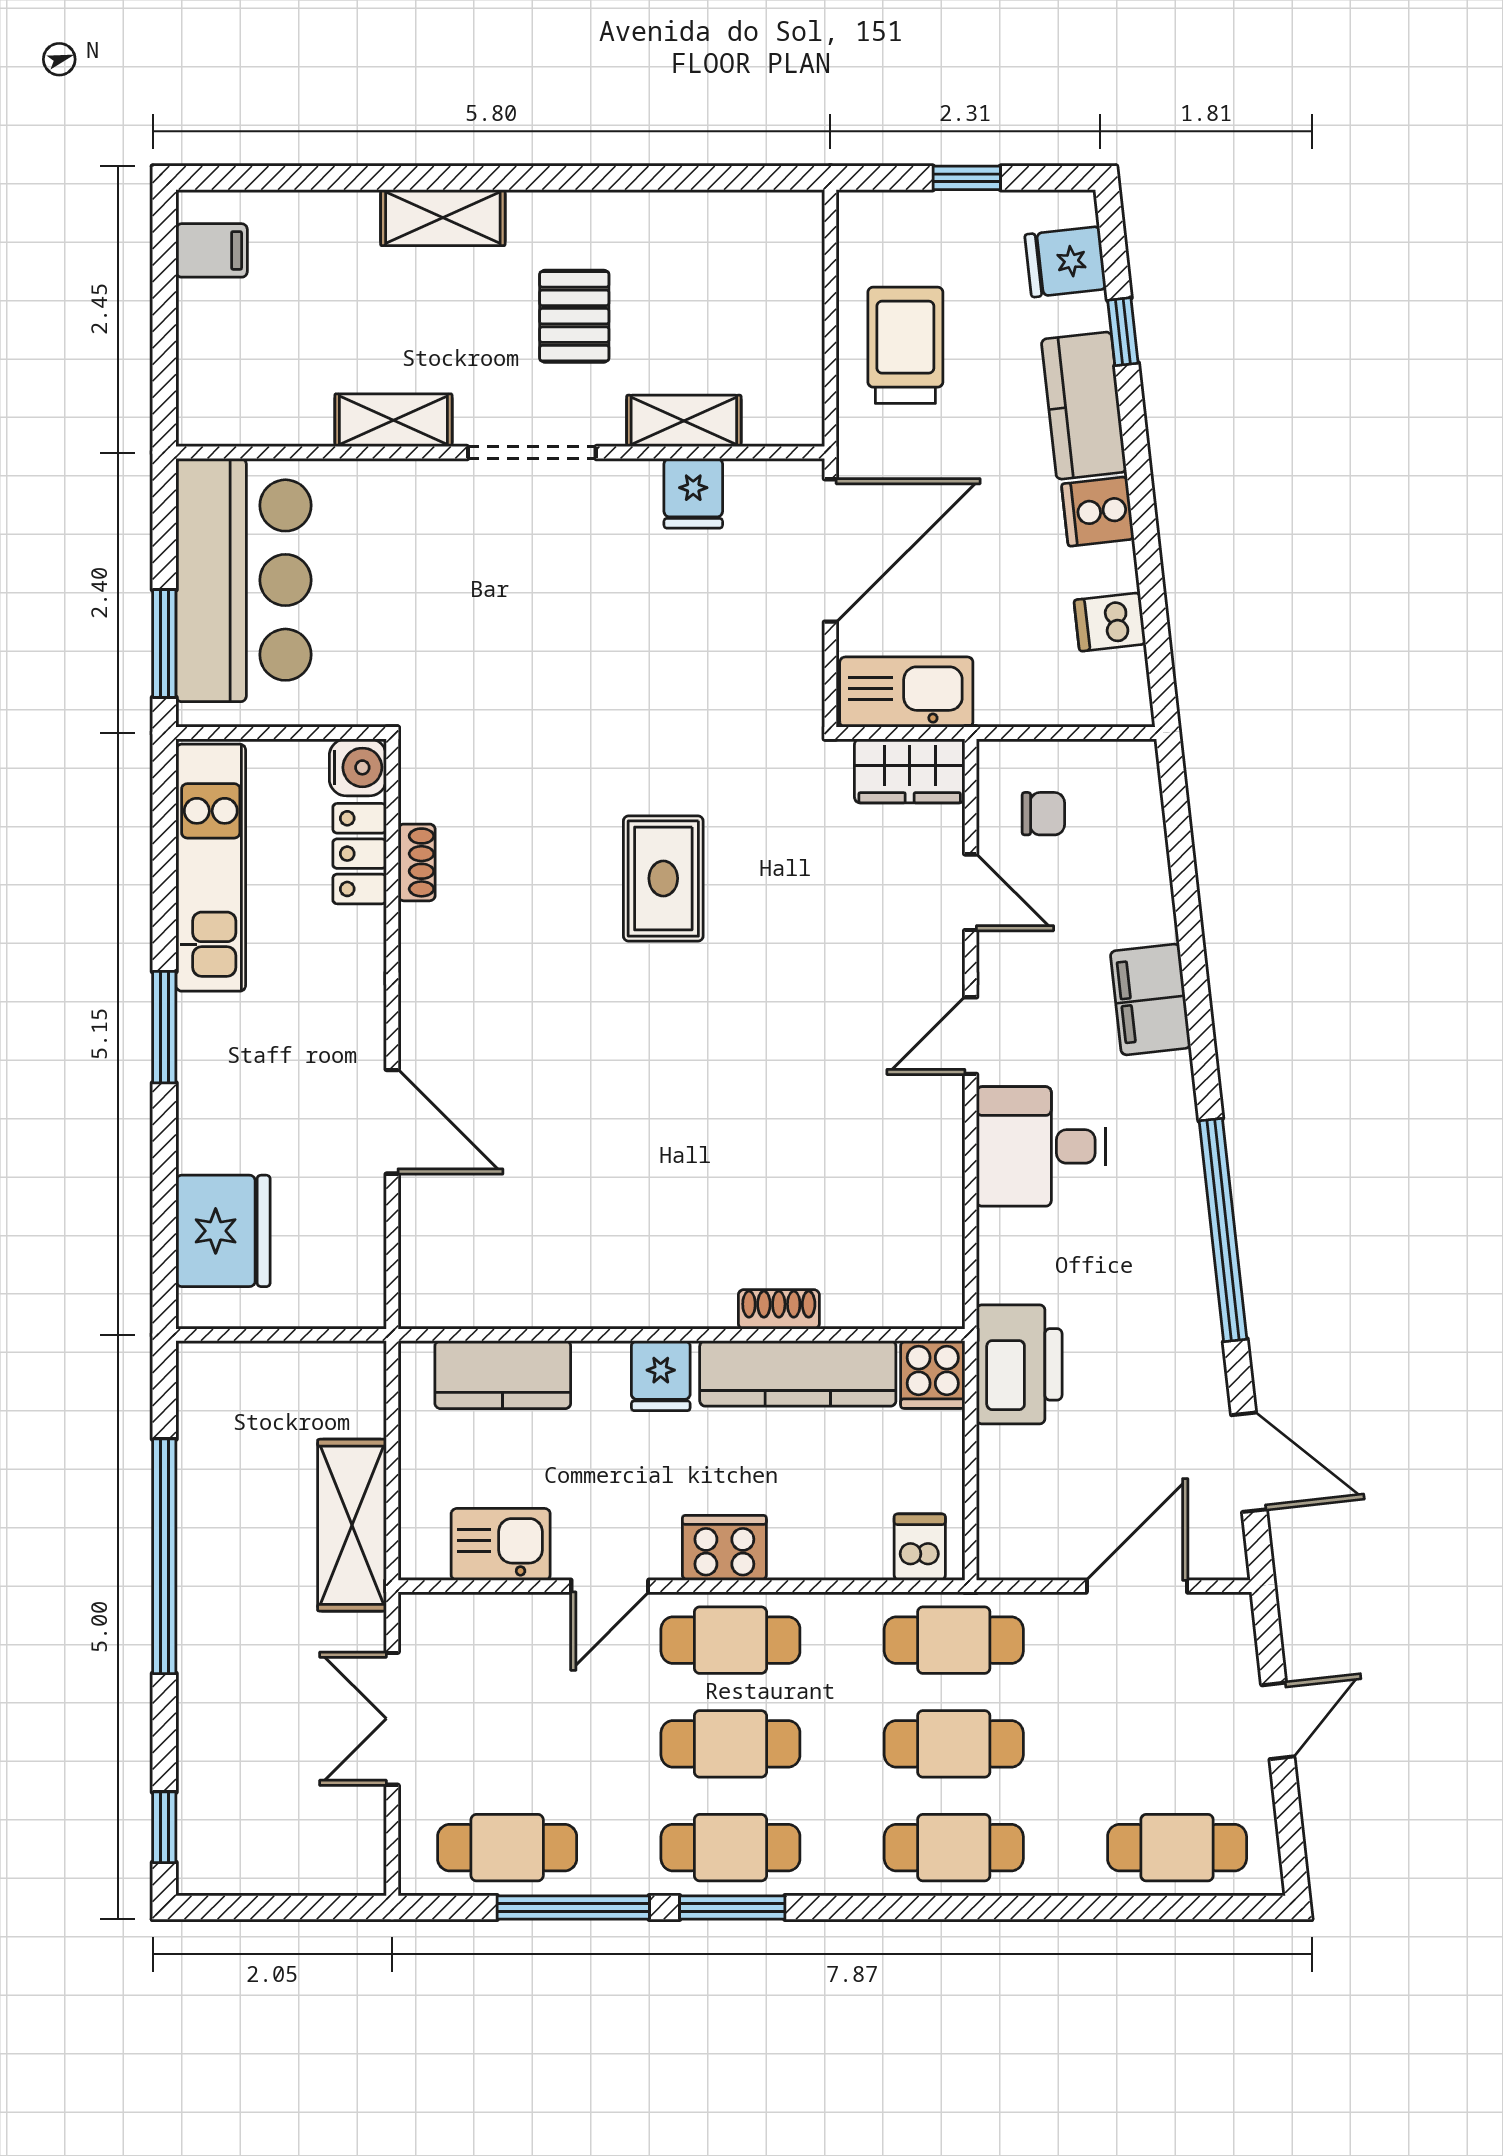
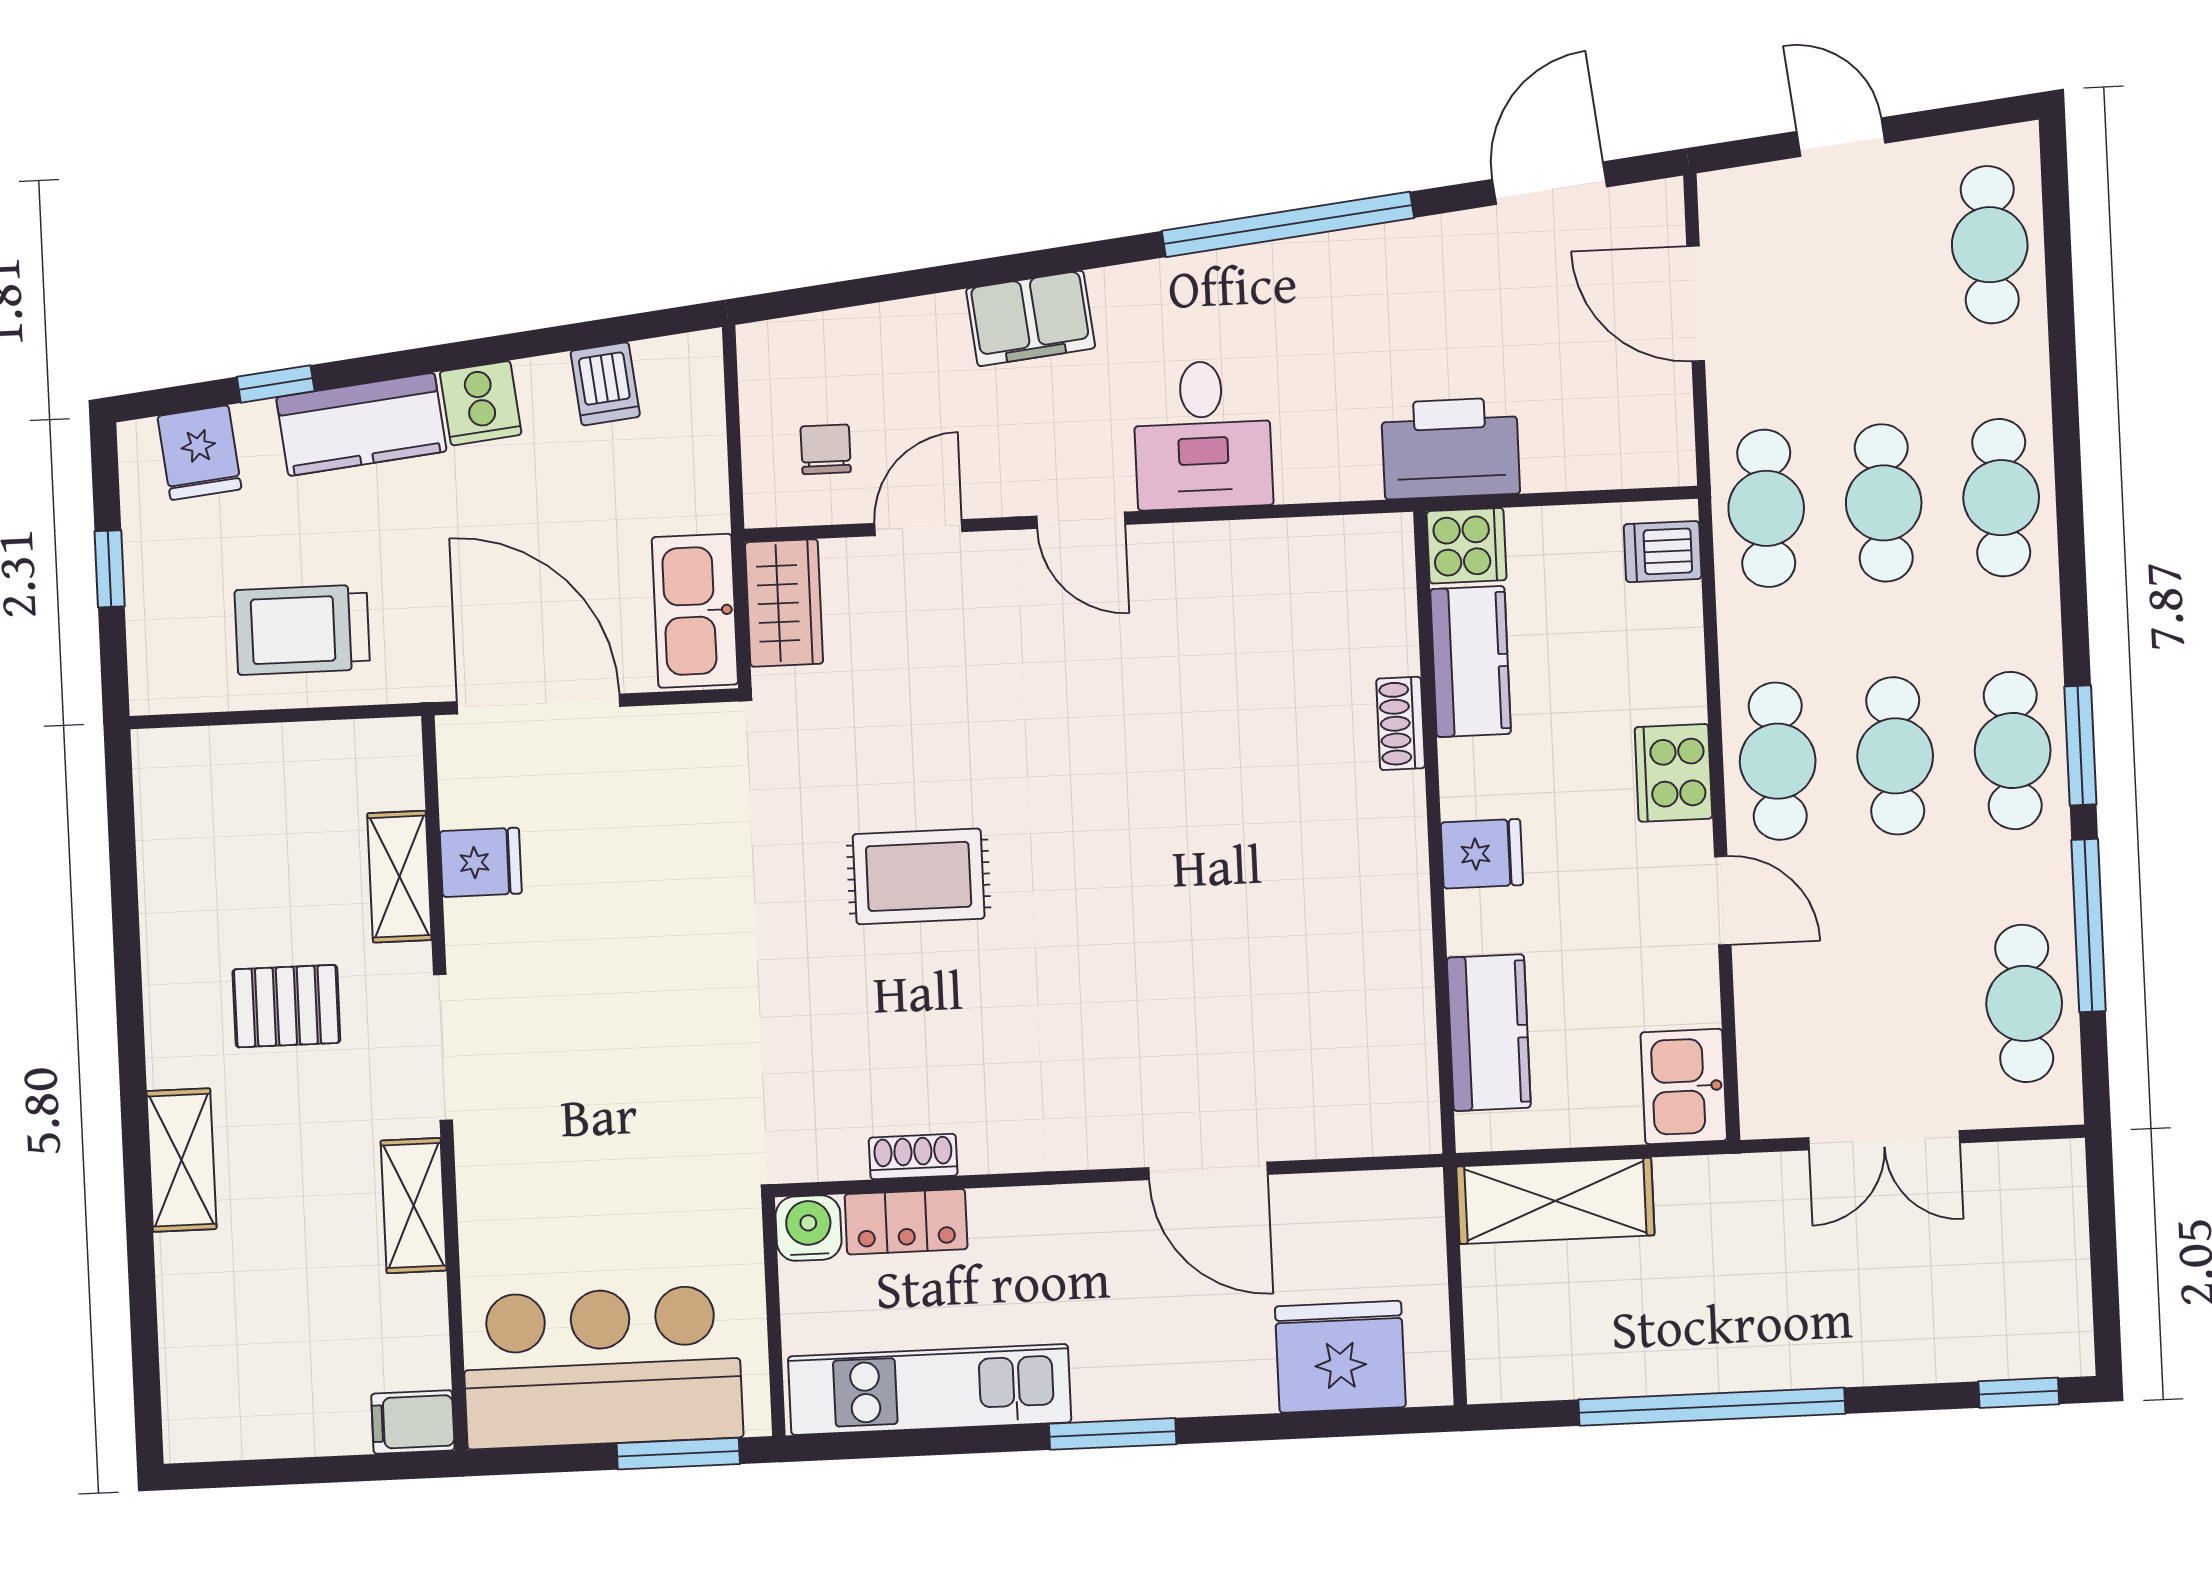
filing cabinet: (212, 250) -> (413, 1422), moved, turned -90
door: (392, 1122) -> (1208, 1171), swing flipped
kitchen counter: (798, 1373) -> (1470, 661), width x0.67
shelving: (352, 1525) -> (1555, 1201), moved
kitchen sink: (501, 1544) -> (1684, 1086), moved

